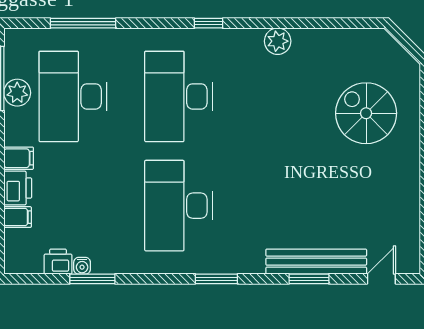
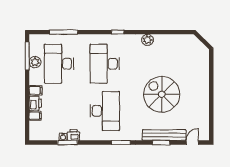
spiral stairs: (366, 113) -> (162, 94), moved, width x1.37, depth x1.37
desk: (179, 206) -> (105, 111), turned 180
printer: (58, 262) -> (73, 135), moved

